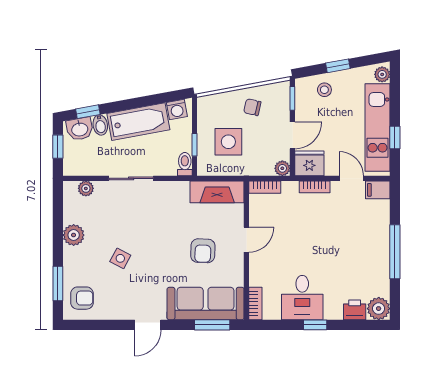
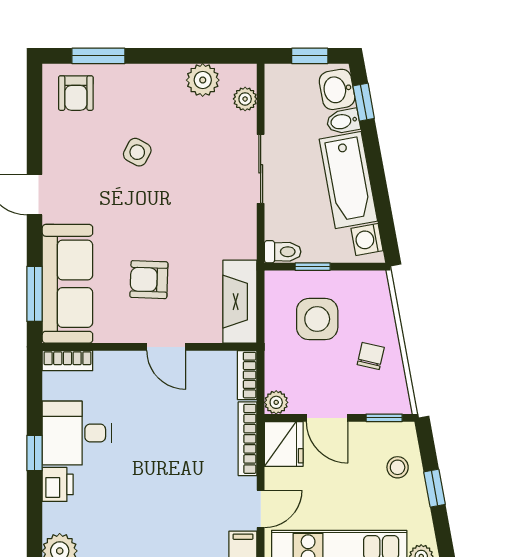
bookcase: (315, 187) -> (248, 439), width x1.56
plant: (74, 235) -> (203, 80), moved
printer: (355, 310) -> (58, 484), moved

